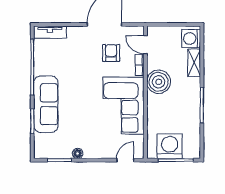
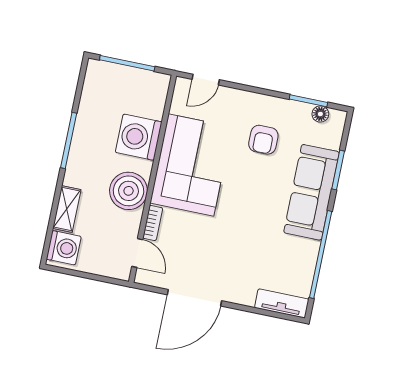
armchair: (111, 53) -> (263, 140), moved
washing machine: (170, 146) -> (139, 137), moved, turned 90
floor lamp: (78, 154) -> (320, 114), moved

